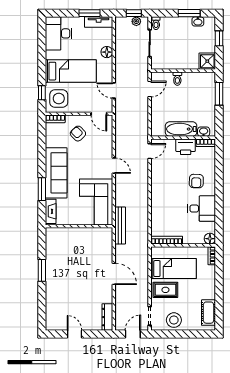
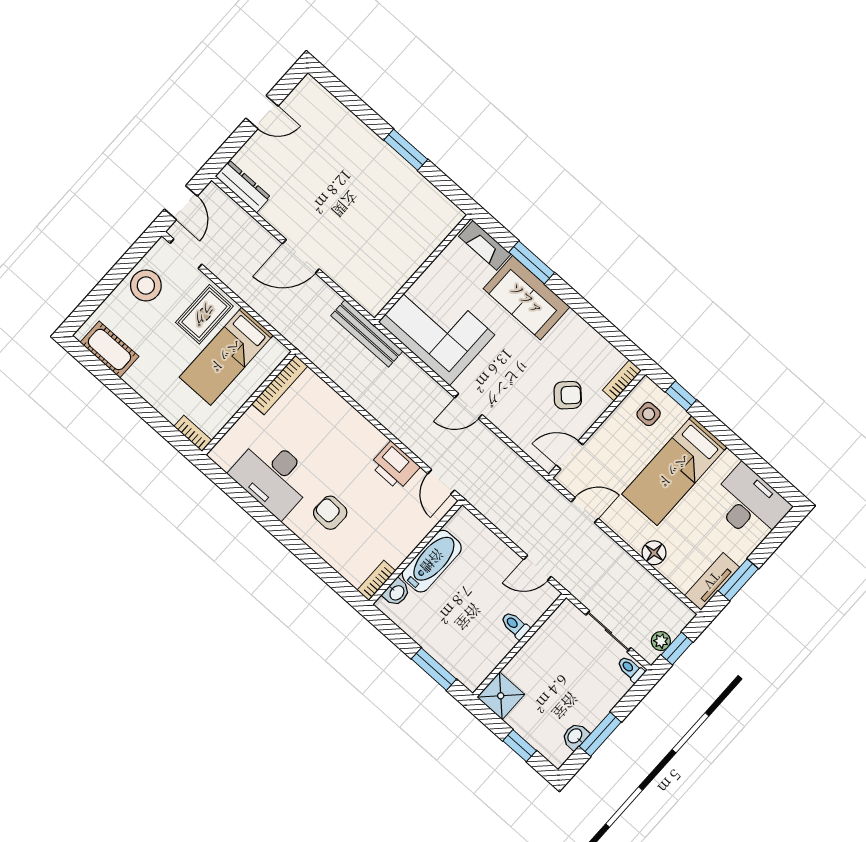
door: (150, 89) -> (537, 568), hinge flipped
side table: (59, 99) -> (649, 414), width x0.54, depth x0.54
printer: (186, 147) -> (395, 466), moved, turned -90
sofa: (56, 173) -> (527, 298), width x0.73
desk: (202, 209) -> (273, 476), width x1.37
floor lamp: (210, 239) -> (222, 454), removed

